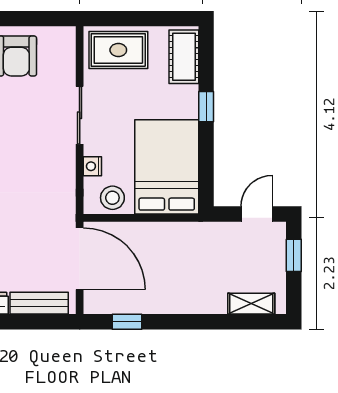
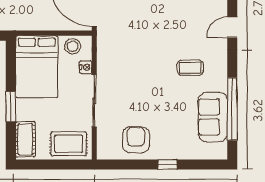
window: (206, 107) -> (11, 106), width x1.50
sliding door: (80, 115) -> (94, 101), width x1.37

